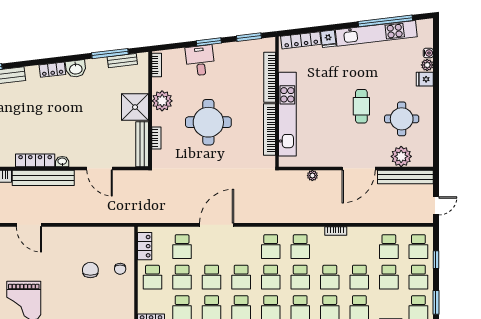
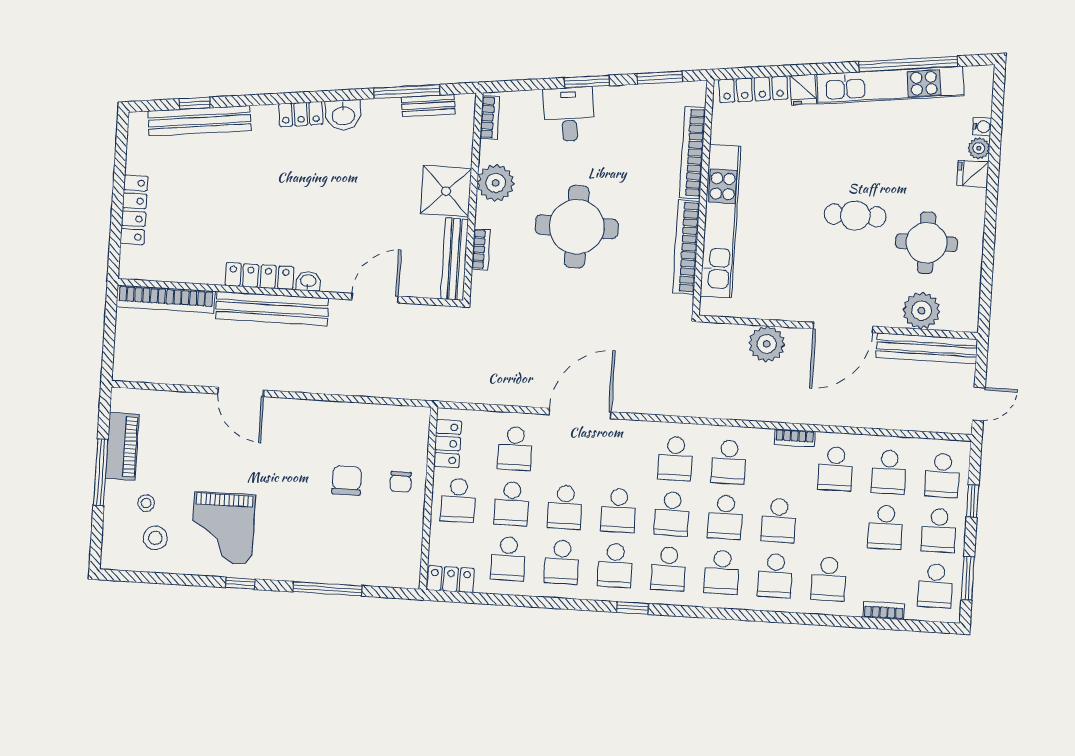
cafe table: (361, 106) -> (855, 215), turned 90
door: (100, 168) -> (375, 298), swing flipped
plant: (312, 176) -> (767, 344), width x1.87, depth x1.87
school desk: (359, 277) -> (835, 469), moved

